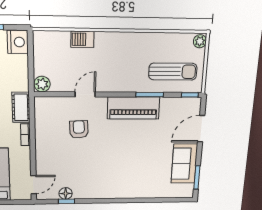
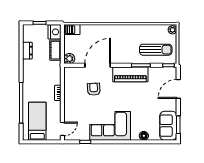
barbecue: (82, 39) -> (73, 30), moved
door: (85, 94) -> (98, 65), width x1.88
cot: (21, 107) -> (55, 50), moved
sofa: (184, 164) -> (168, 126), moved
corner sofa: (102, 180) -> (110, 126), added
floor lamp: (66, 193) -> (144, 136), moved

